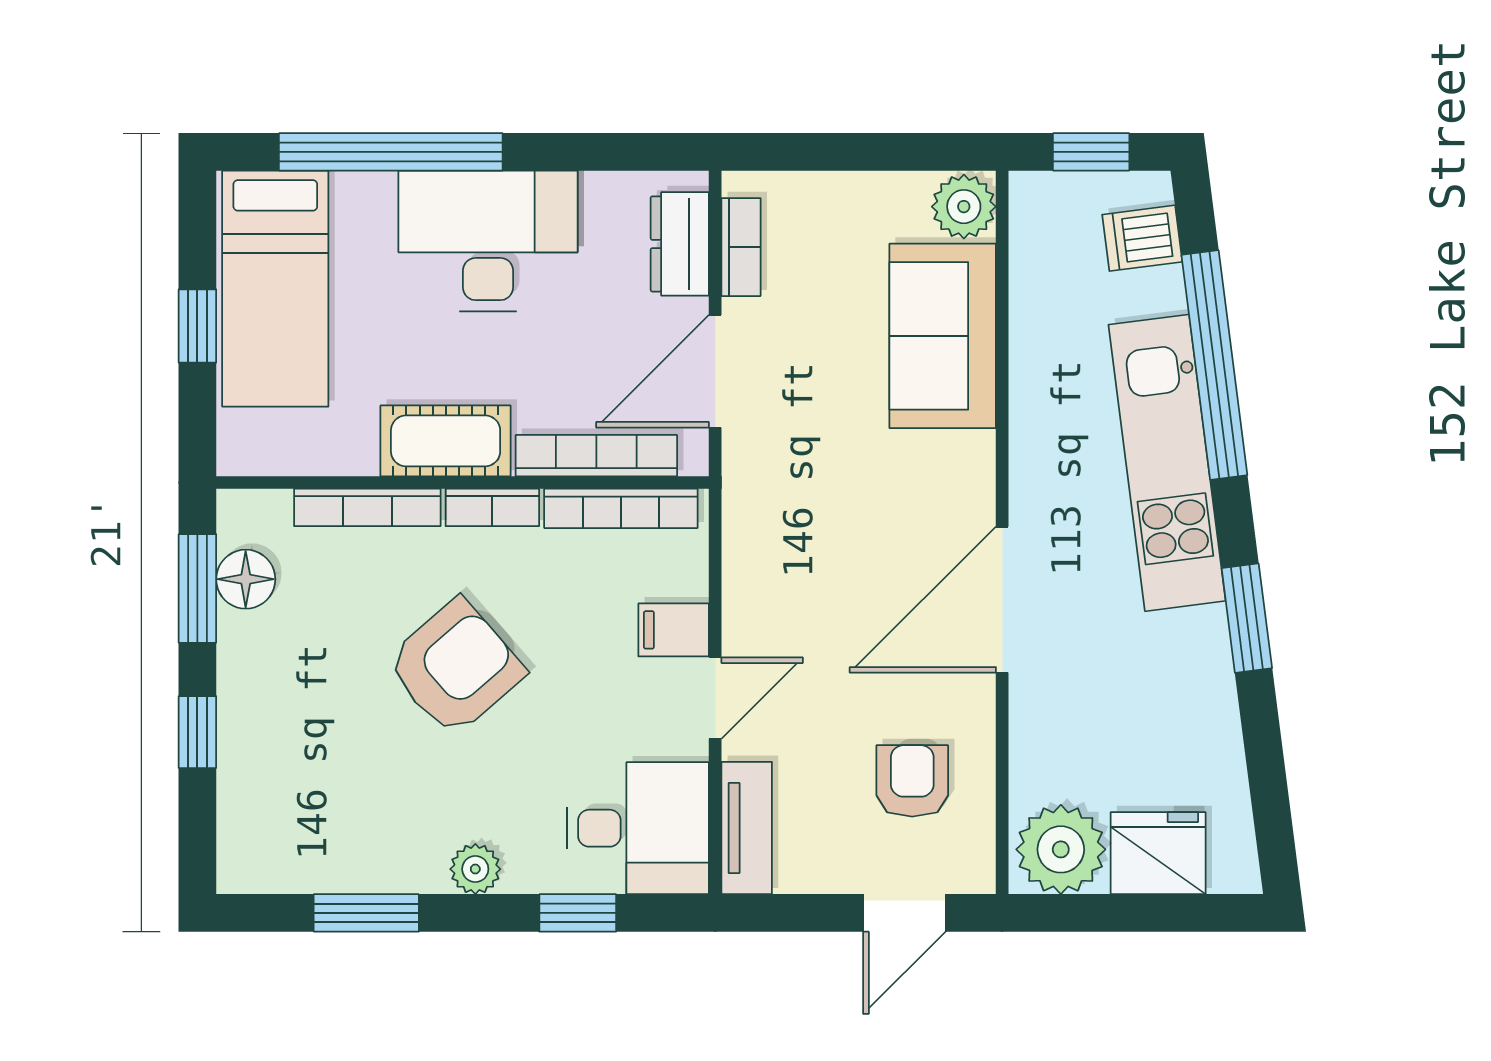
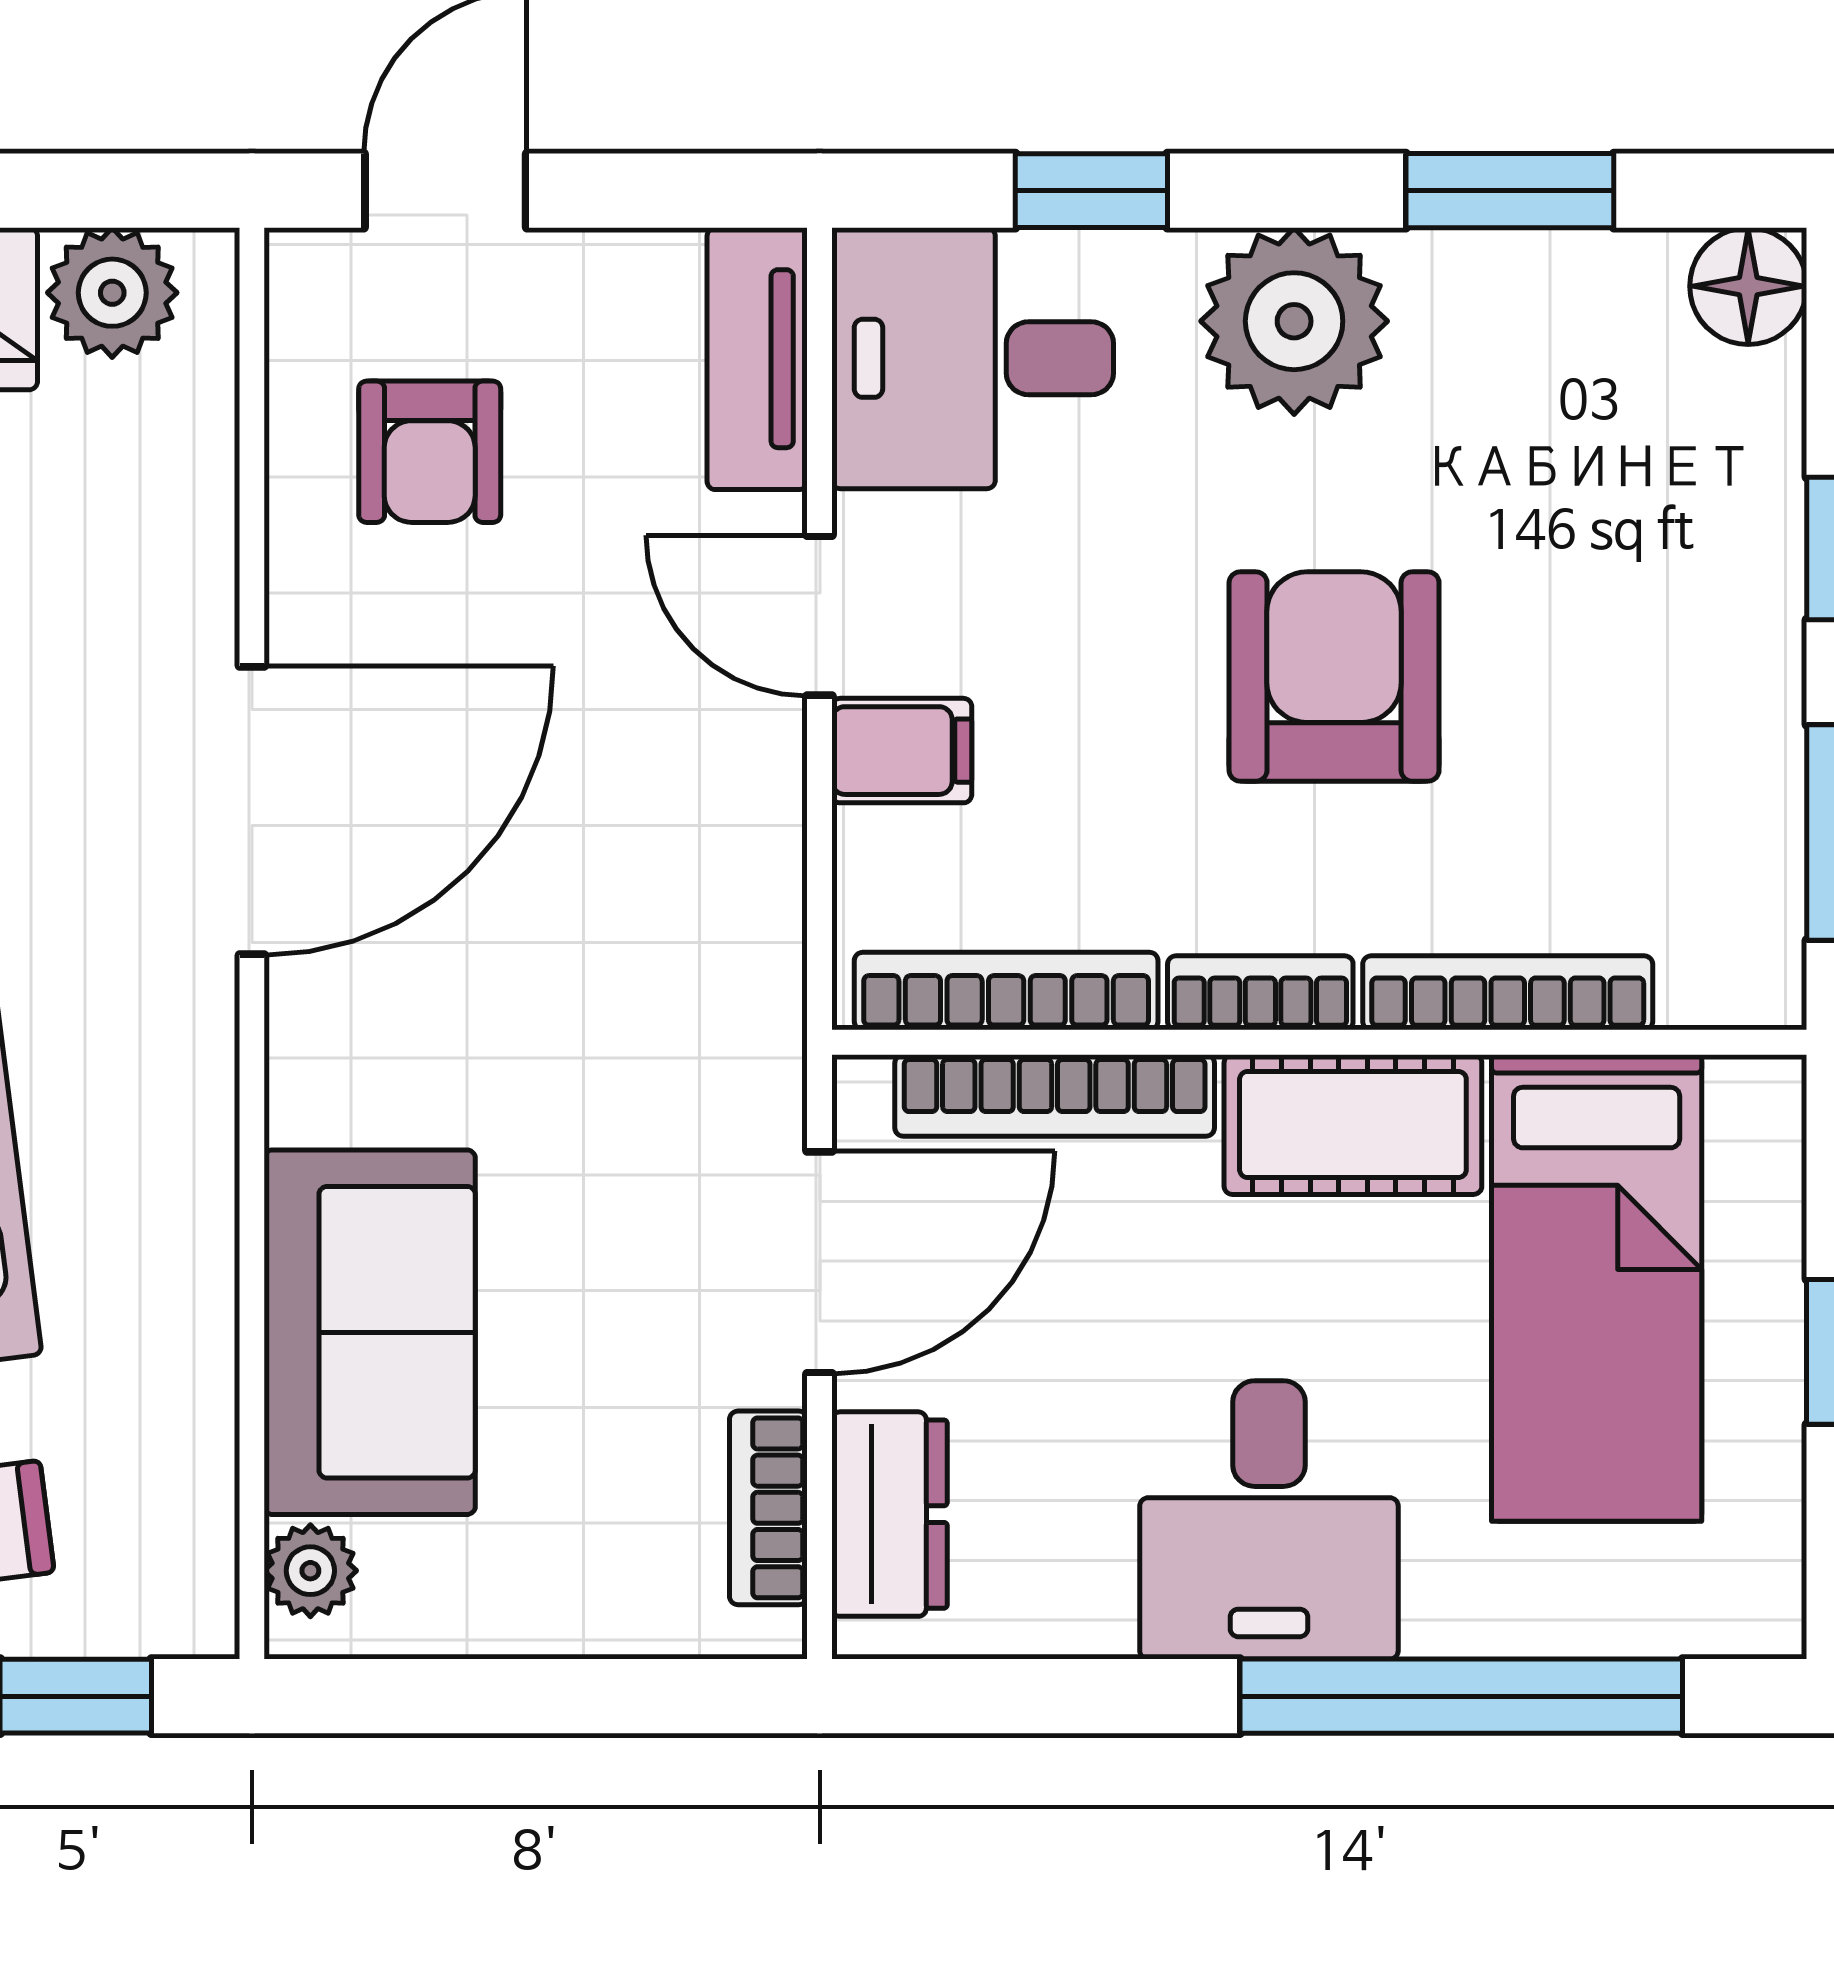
plant: (964, 207) -> (310, 1571), width x0.73, depth x0.73
desk: (488, 241) -> (1269, 1520), width x0.73
bed: (275, 289) -> (1597, 1288), moved, turned 180
floor lamp: (246, 579) -> (1748, 286), moved
armchair: (455, 667) -> (1334, 677), turned 131
door: (715, 698) -> (820, 616), hinge flipped
plant: (1061, 849) -> (112, 293), width x0.73, depth x0.73
plant: (475, 869) -> (1294, 321), width x1.88, depth x1.88

